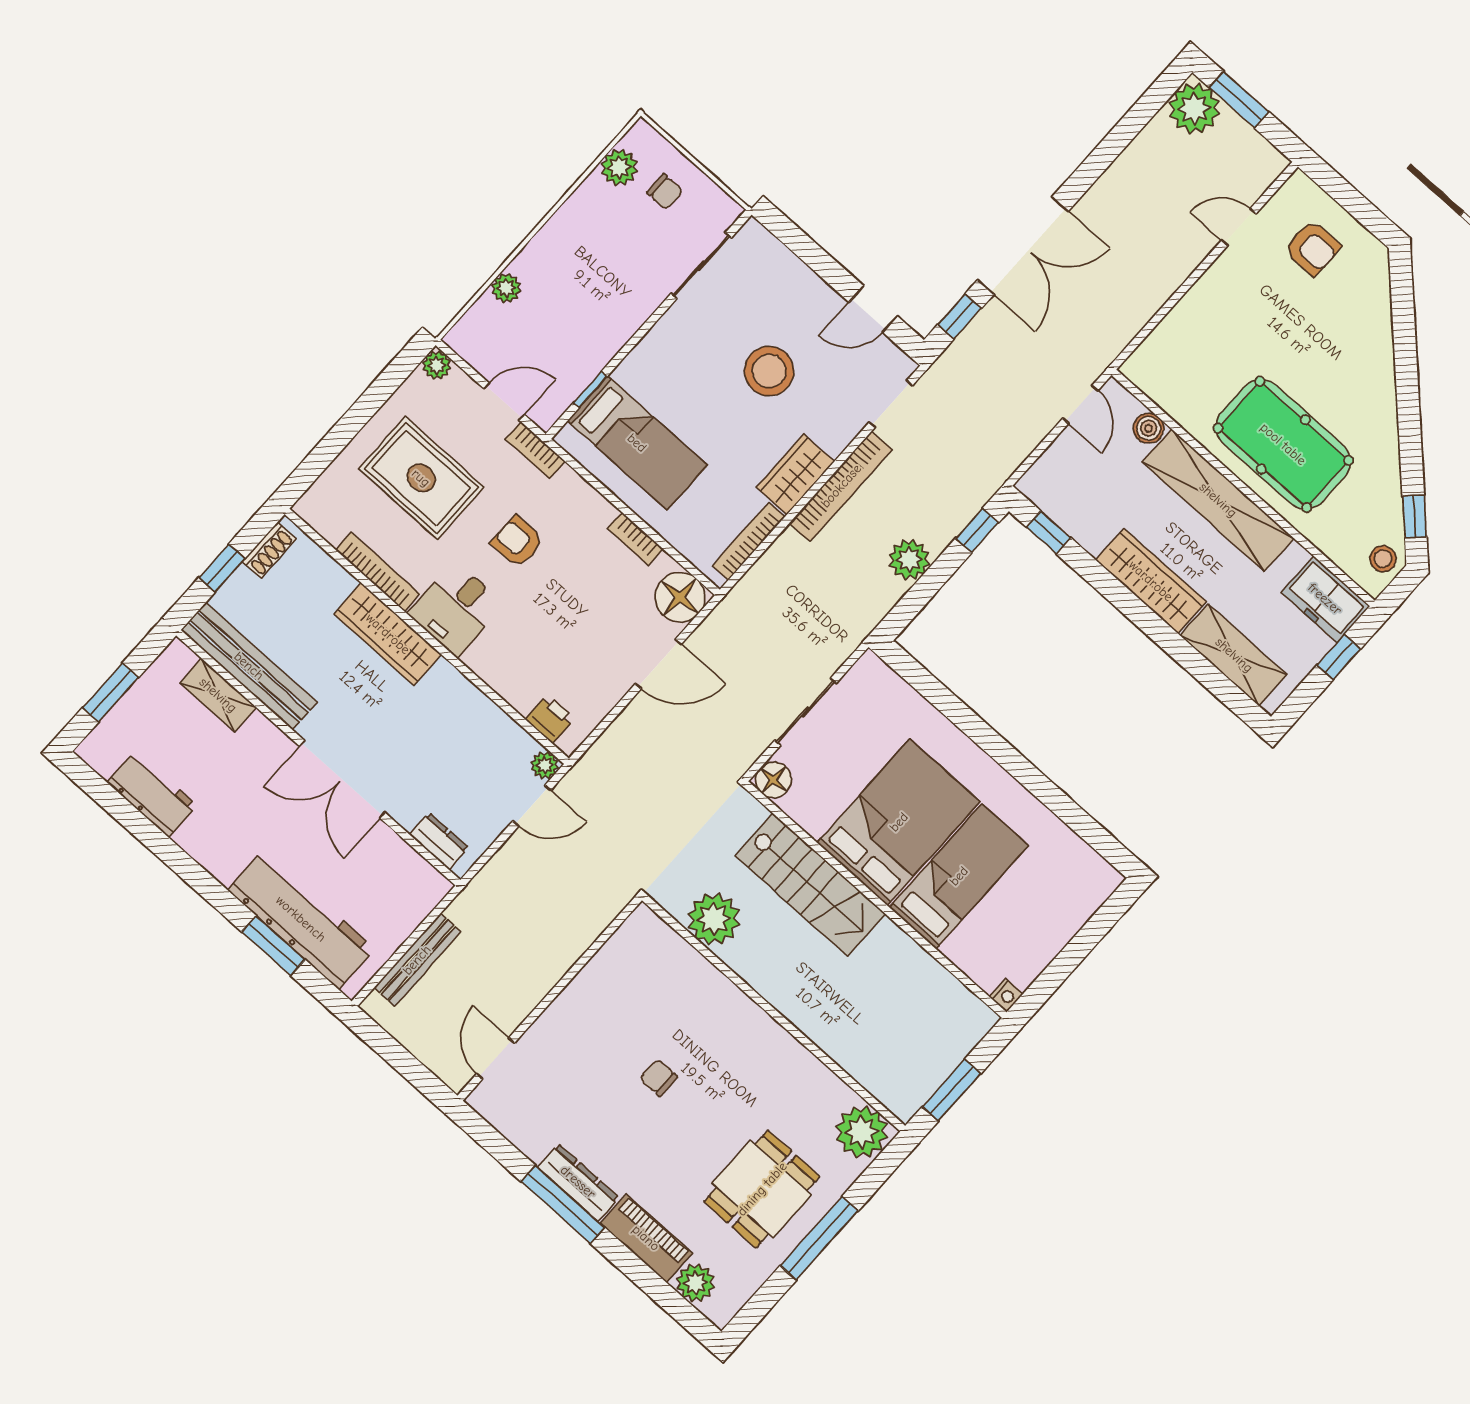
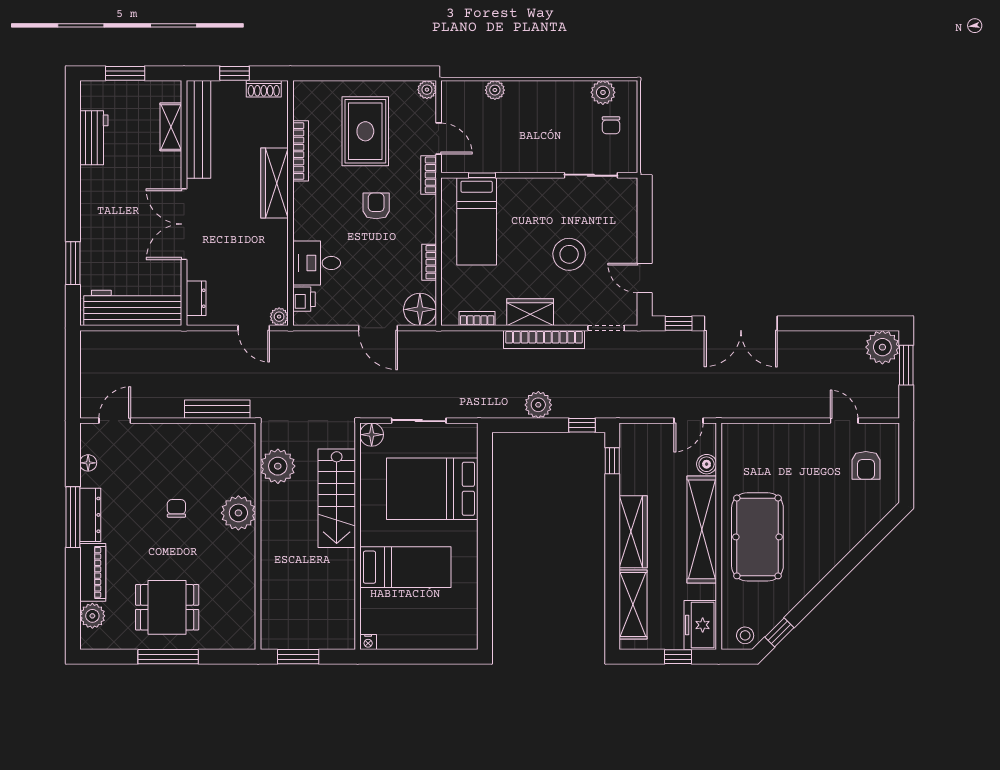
bookcase: (749, 541) -> (477, 319), width x0.64
desk: (456, 609) -> (317, 263), moved
bed: (899, 822) -> (432, 489), moved, turned 180
workbench: (301, 919) -> (133, 308), moved, turned -90
bench: (417, 960) -> (217, 409), moved
floor lamp: (517, 1132) -> (88, 463), added
plant: (862, 1132) -> (238, 513), moved

